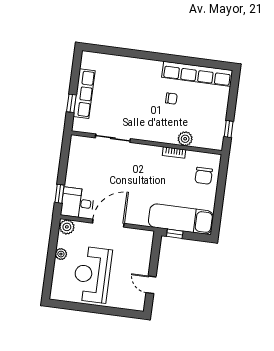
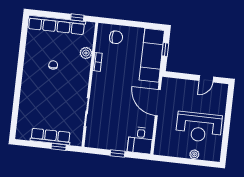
row of seats: (197, 74) -> (57, 25), moved, turned 90
window: (60, 194) -> (118, 153), moved
door: (108, 223) -> (158, 103), moved
plant: (67, 227) -> (160, 149), removed
window: (175, 234) -> (165, 50), moved
plant: (61, 254) -> (194, 154), moved

